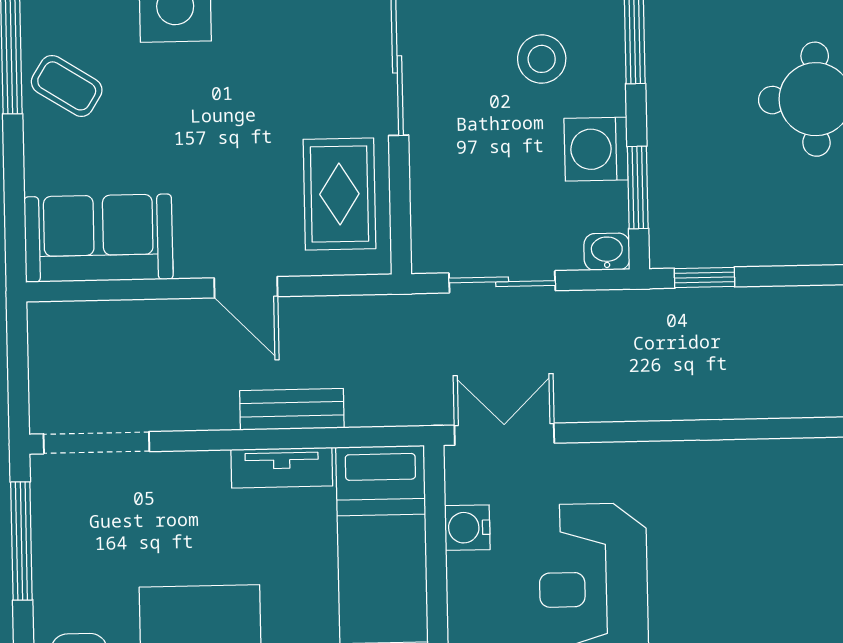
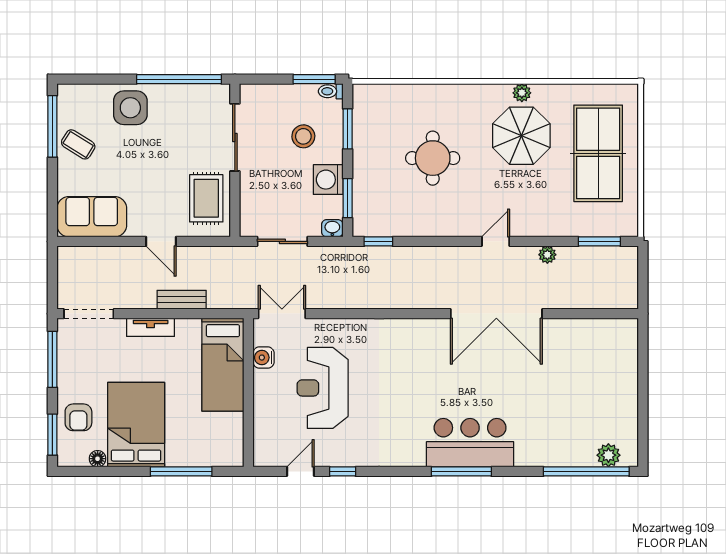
tv unit: (282, 468) -> (151, 327), moved

